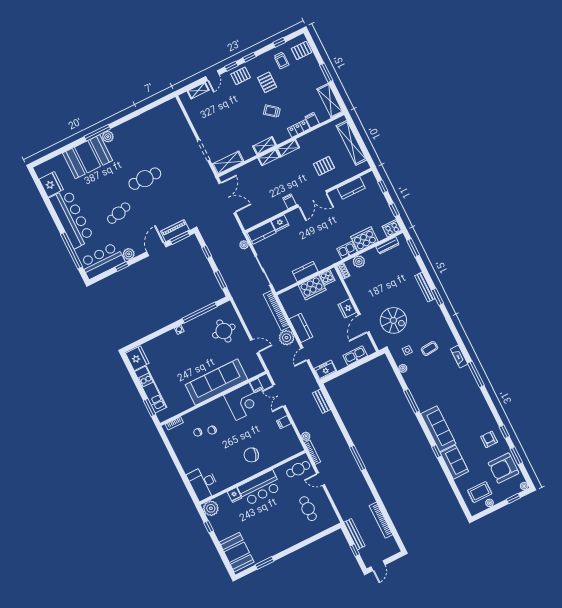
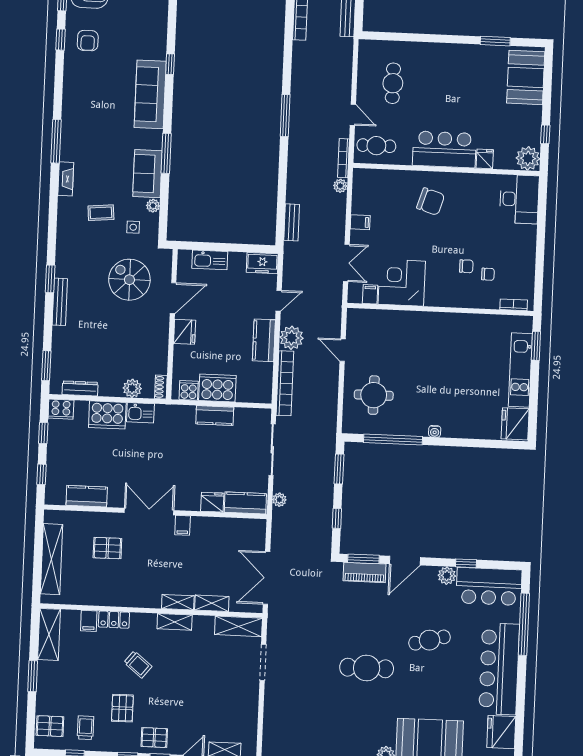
shelving: (288, 148) -> (212, 603), moved
sofa: (216, 382) -> (423, 330), removed
sofa: (454, 462) -> (147, 174), moved

